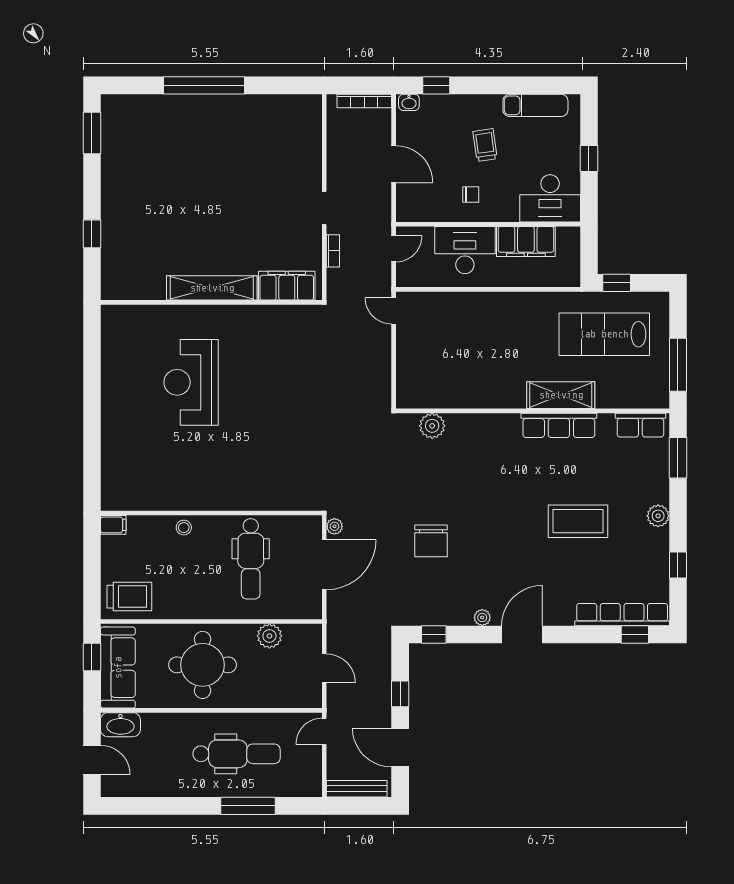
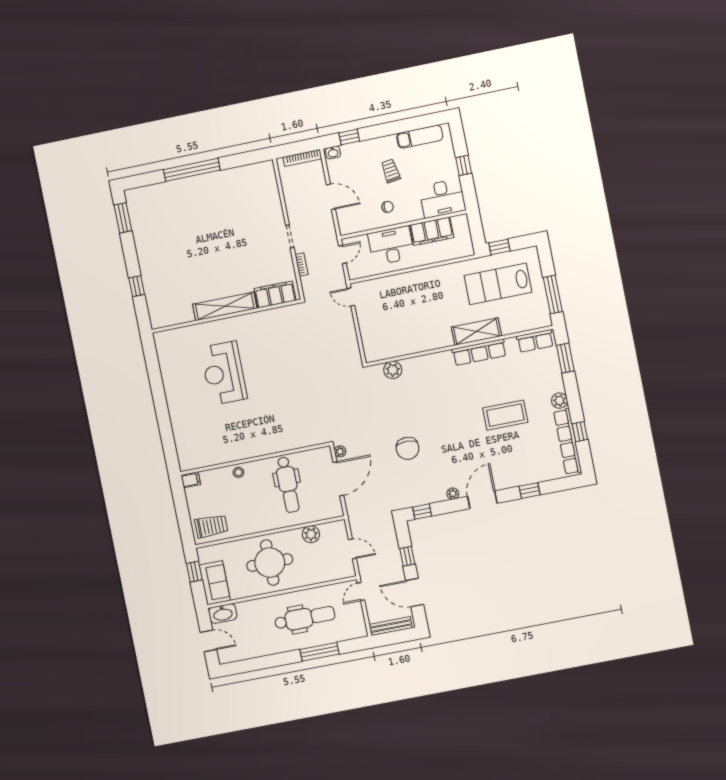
row of seats: (622, 615) -> (568, 442), moved, turned -90
window: (635, 634) -> (530, 491), moved
sofa: (118, 668) -> (215, 583), width x0.73

